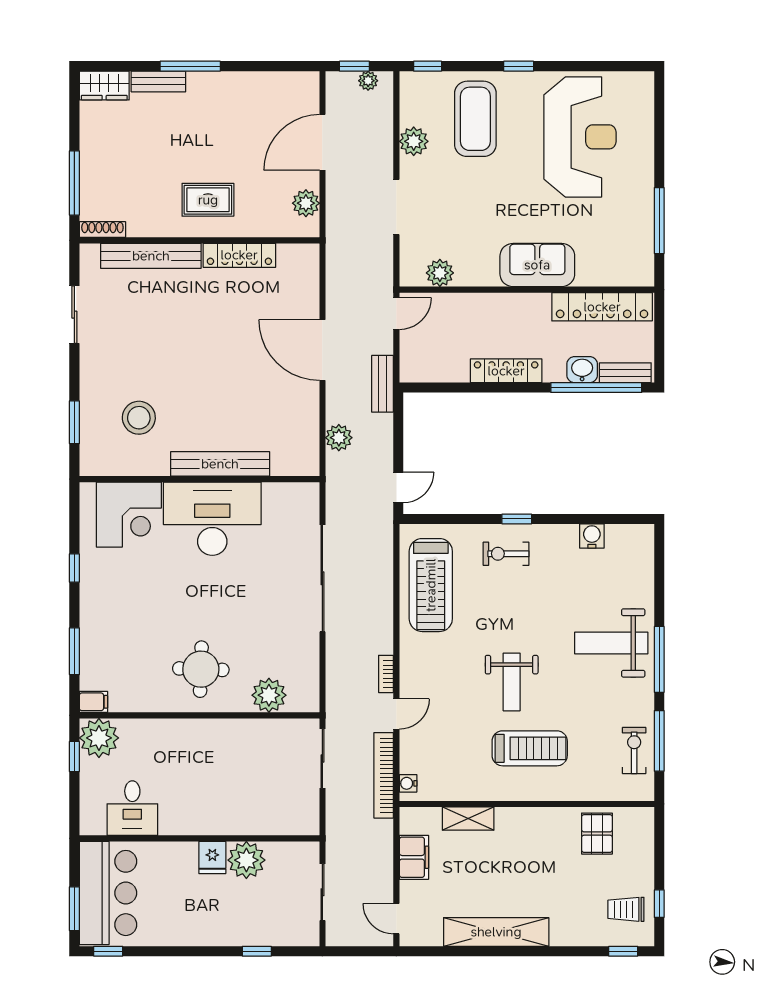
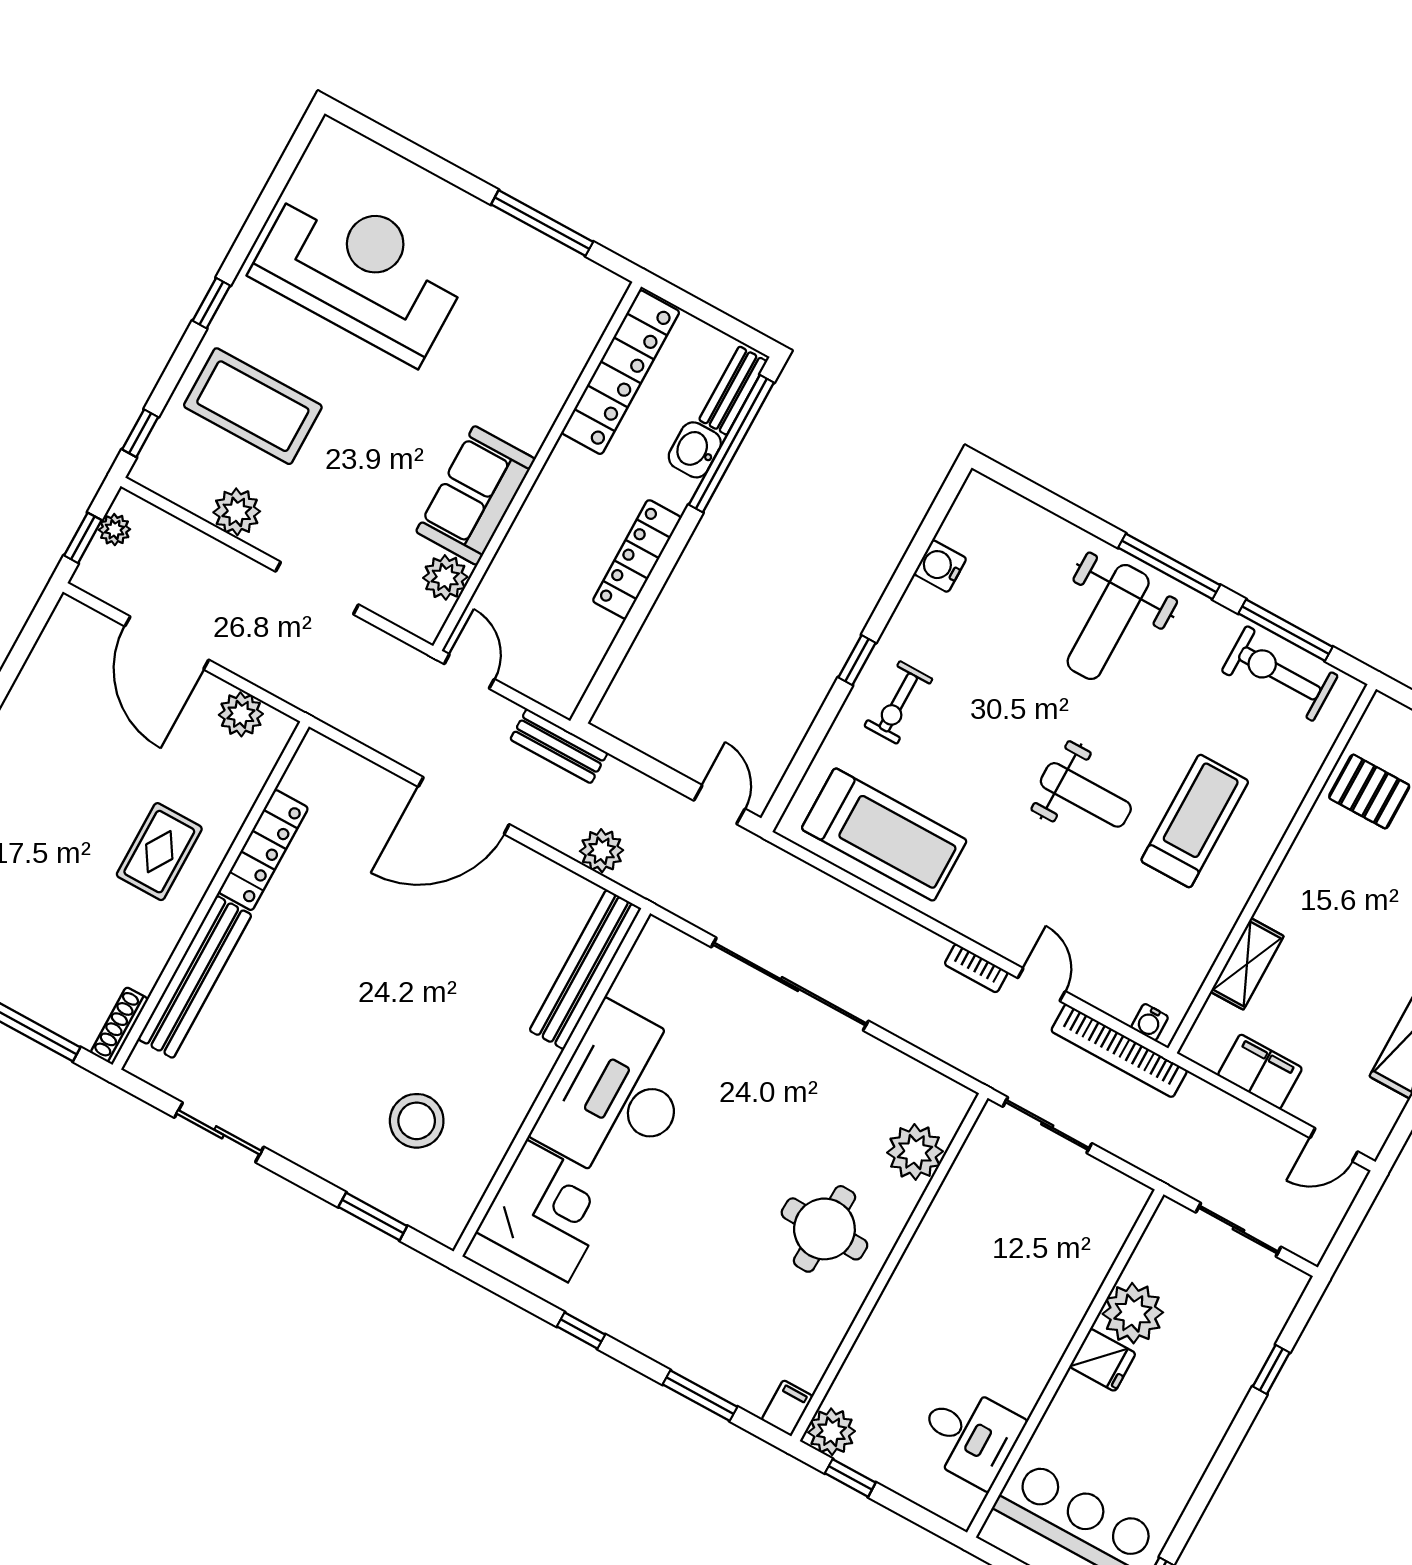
sofa: (537, 265) -> (475, 495), moved
bench: (220, 464) -> (585, 969), moved
plant: (99, 738) -> (832, 1432), width x0.73, depth x0.73
exercise bike: (634, 751) -> (1280, 673), width x1.38, depth x1.39

